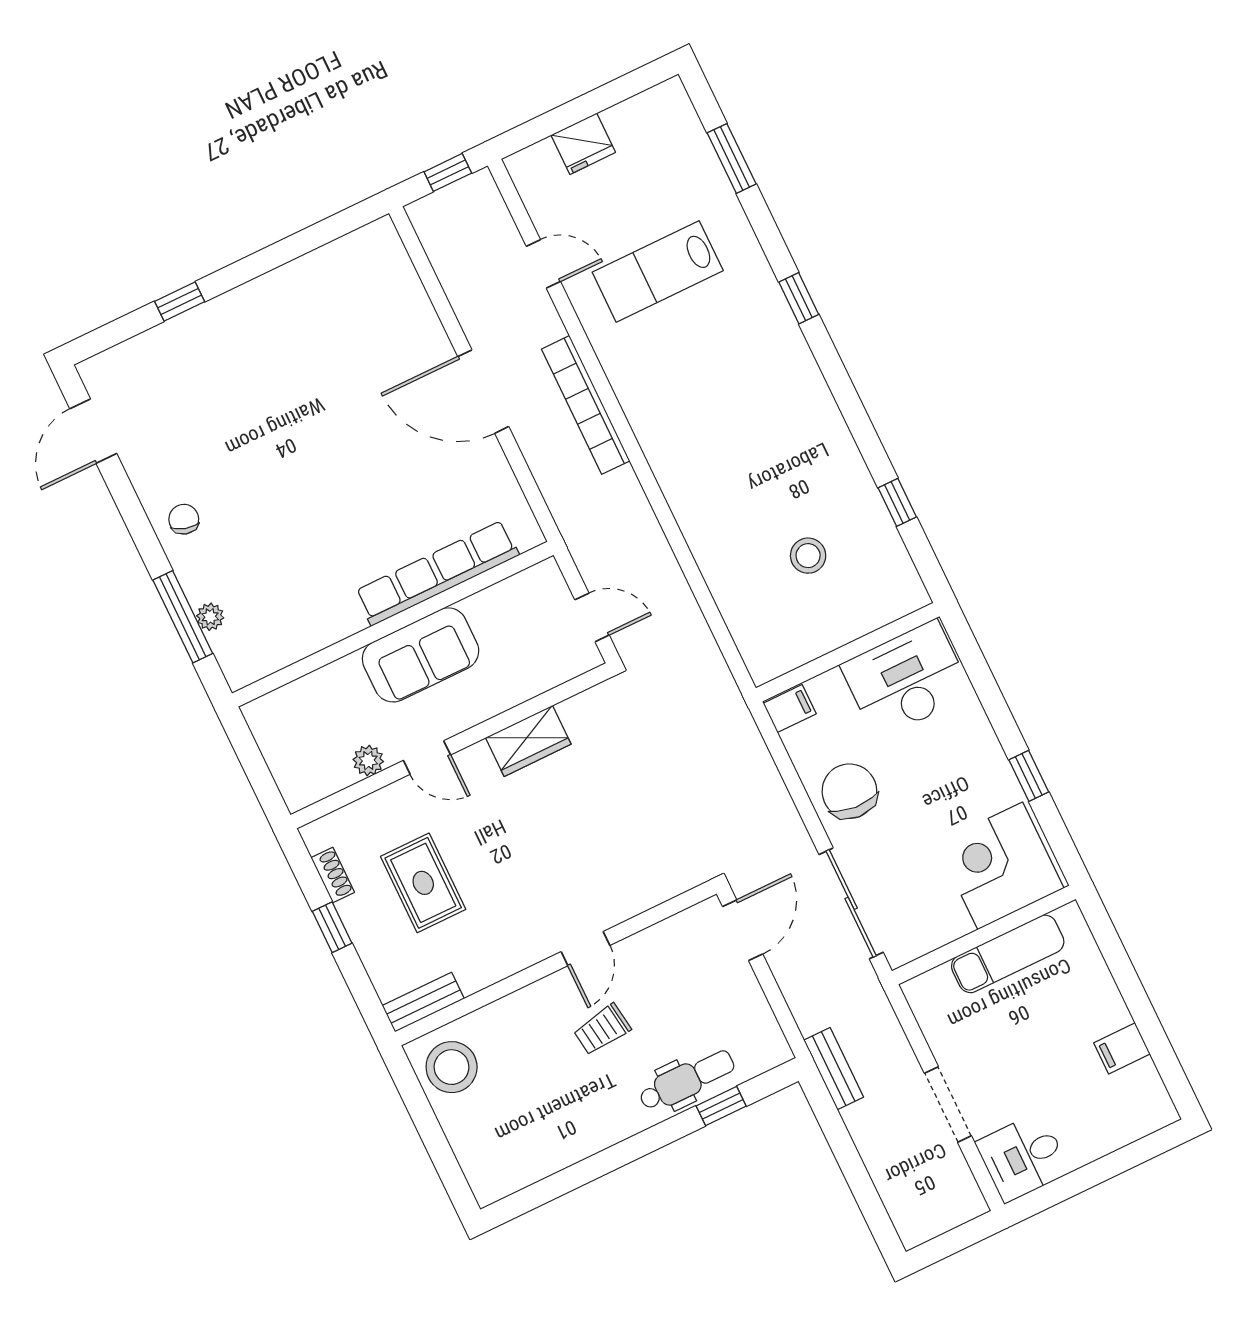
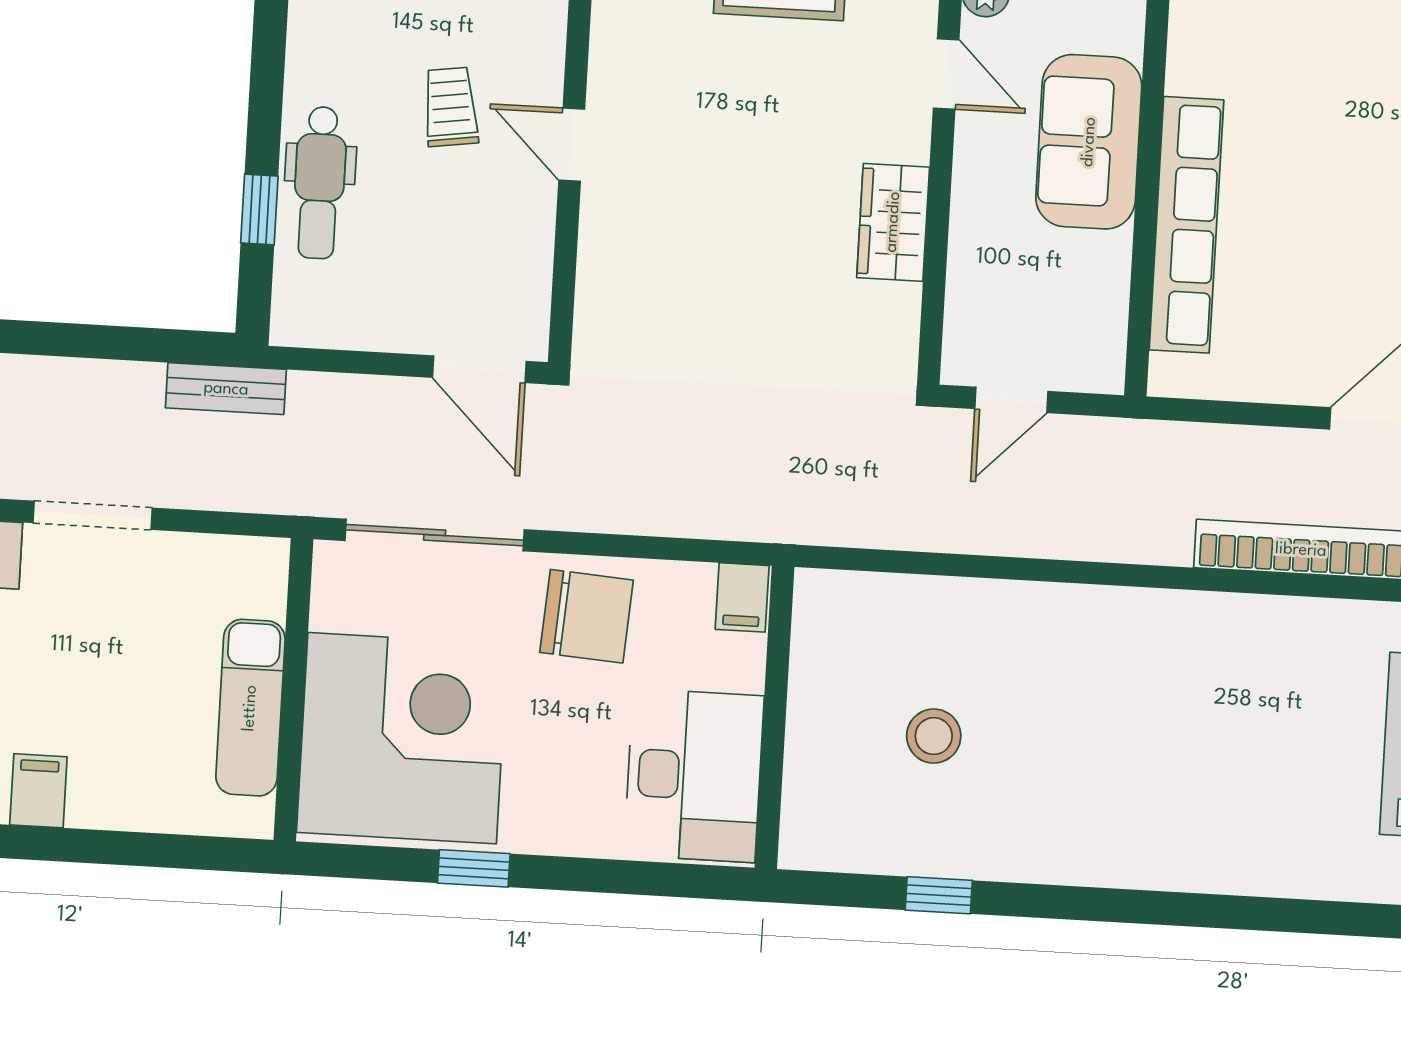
window: (799, 298) -> (1286, 915), removed
door: (427, 758) -> (946, 74), swing flipped
corner desk: (1000, 866) -> (402, 738), width x1.36, depth x1.36

